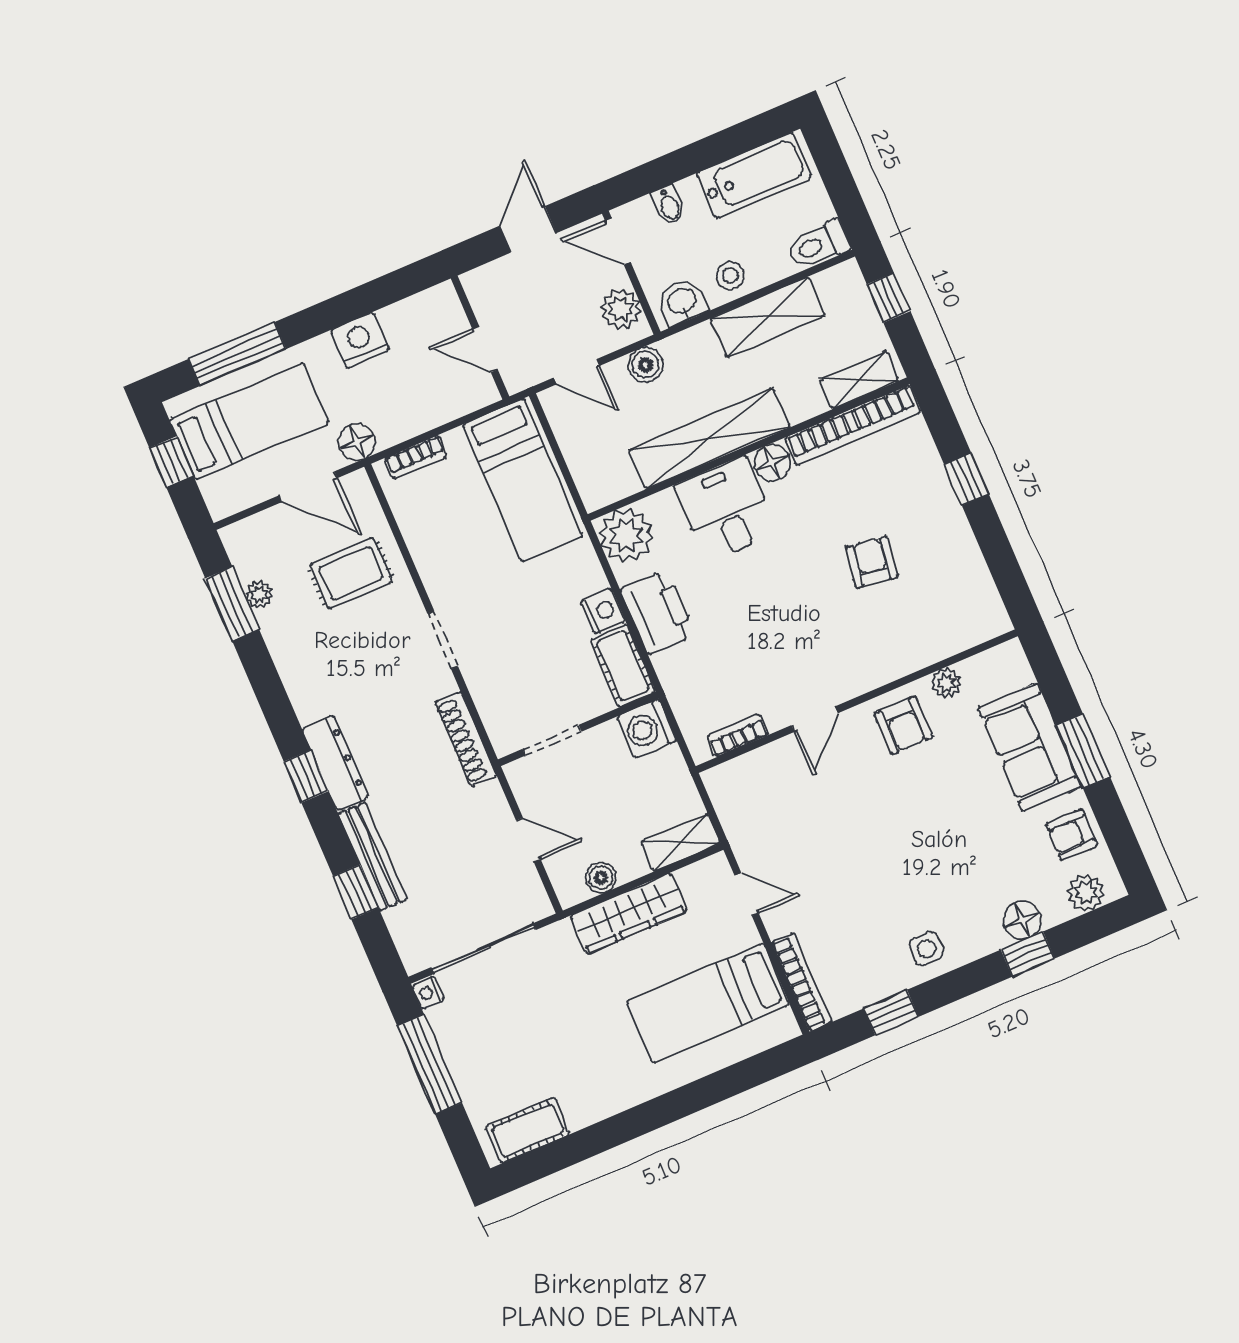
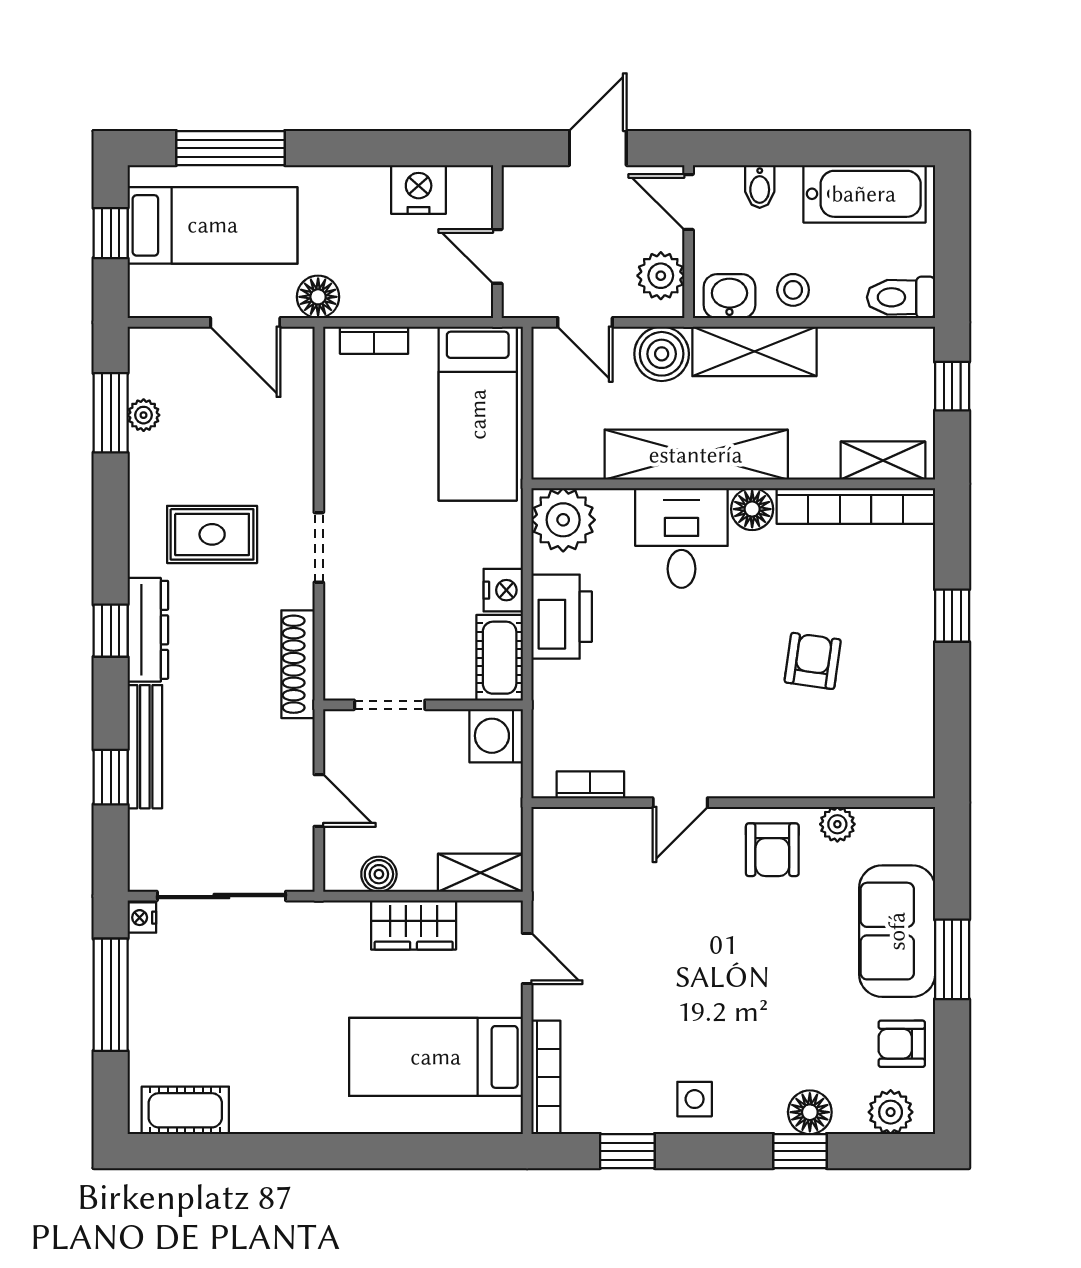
shelving: (768, 317) -> (754, 351), moved
nightstand: (360, 340) -> (419, 190), moved
boiler: (646, 365) -> (662, 354), width x1.36, depth x1.36
rug: (351, 573) -> (212, 534), moved
wardrobe: (629, 913) -> (414, 925), width x0.67

